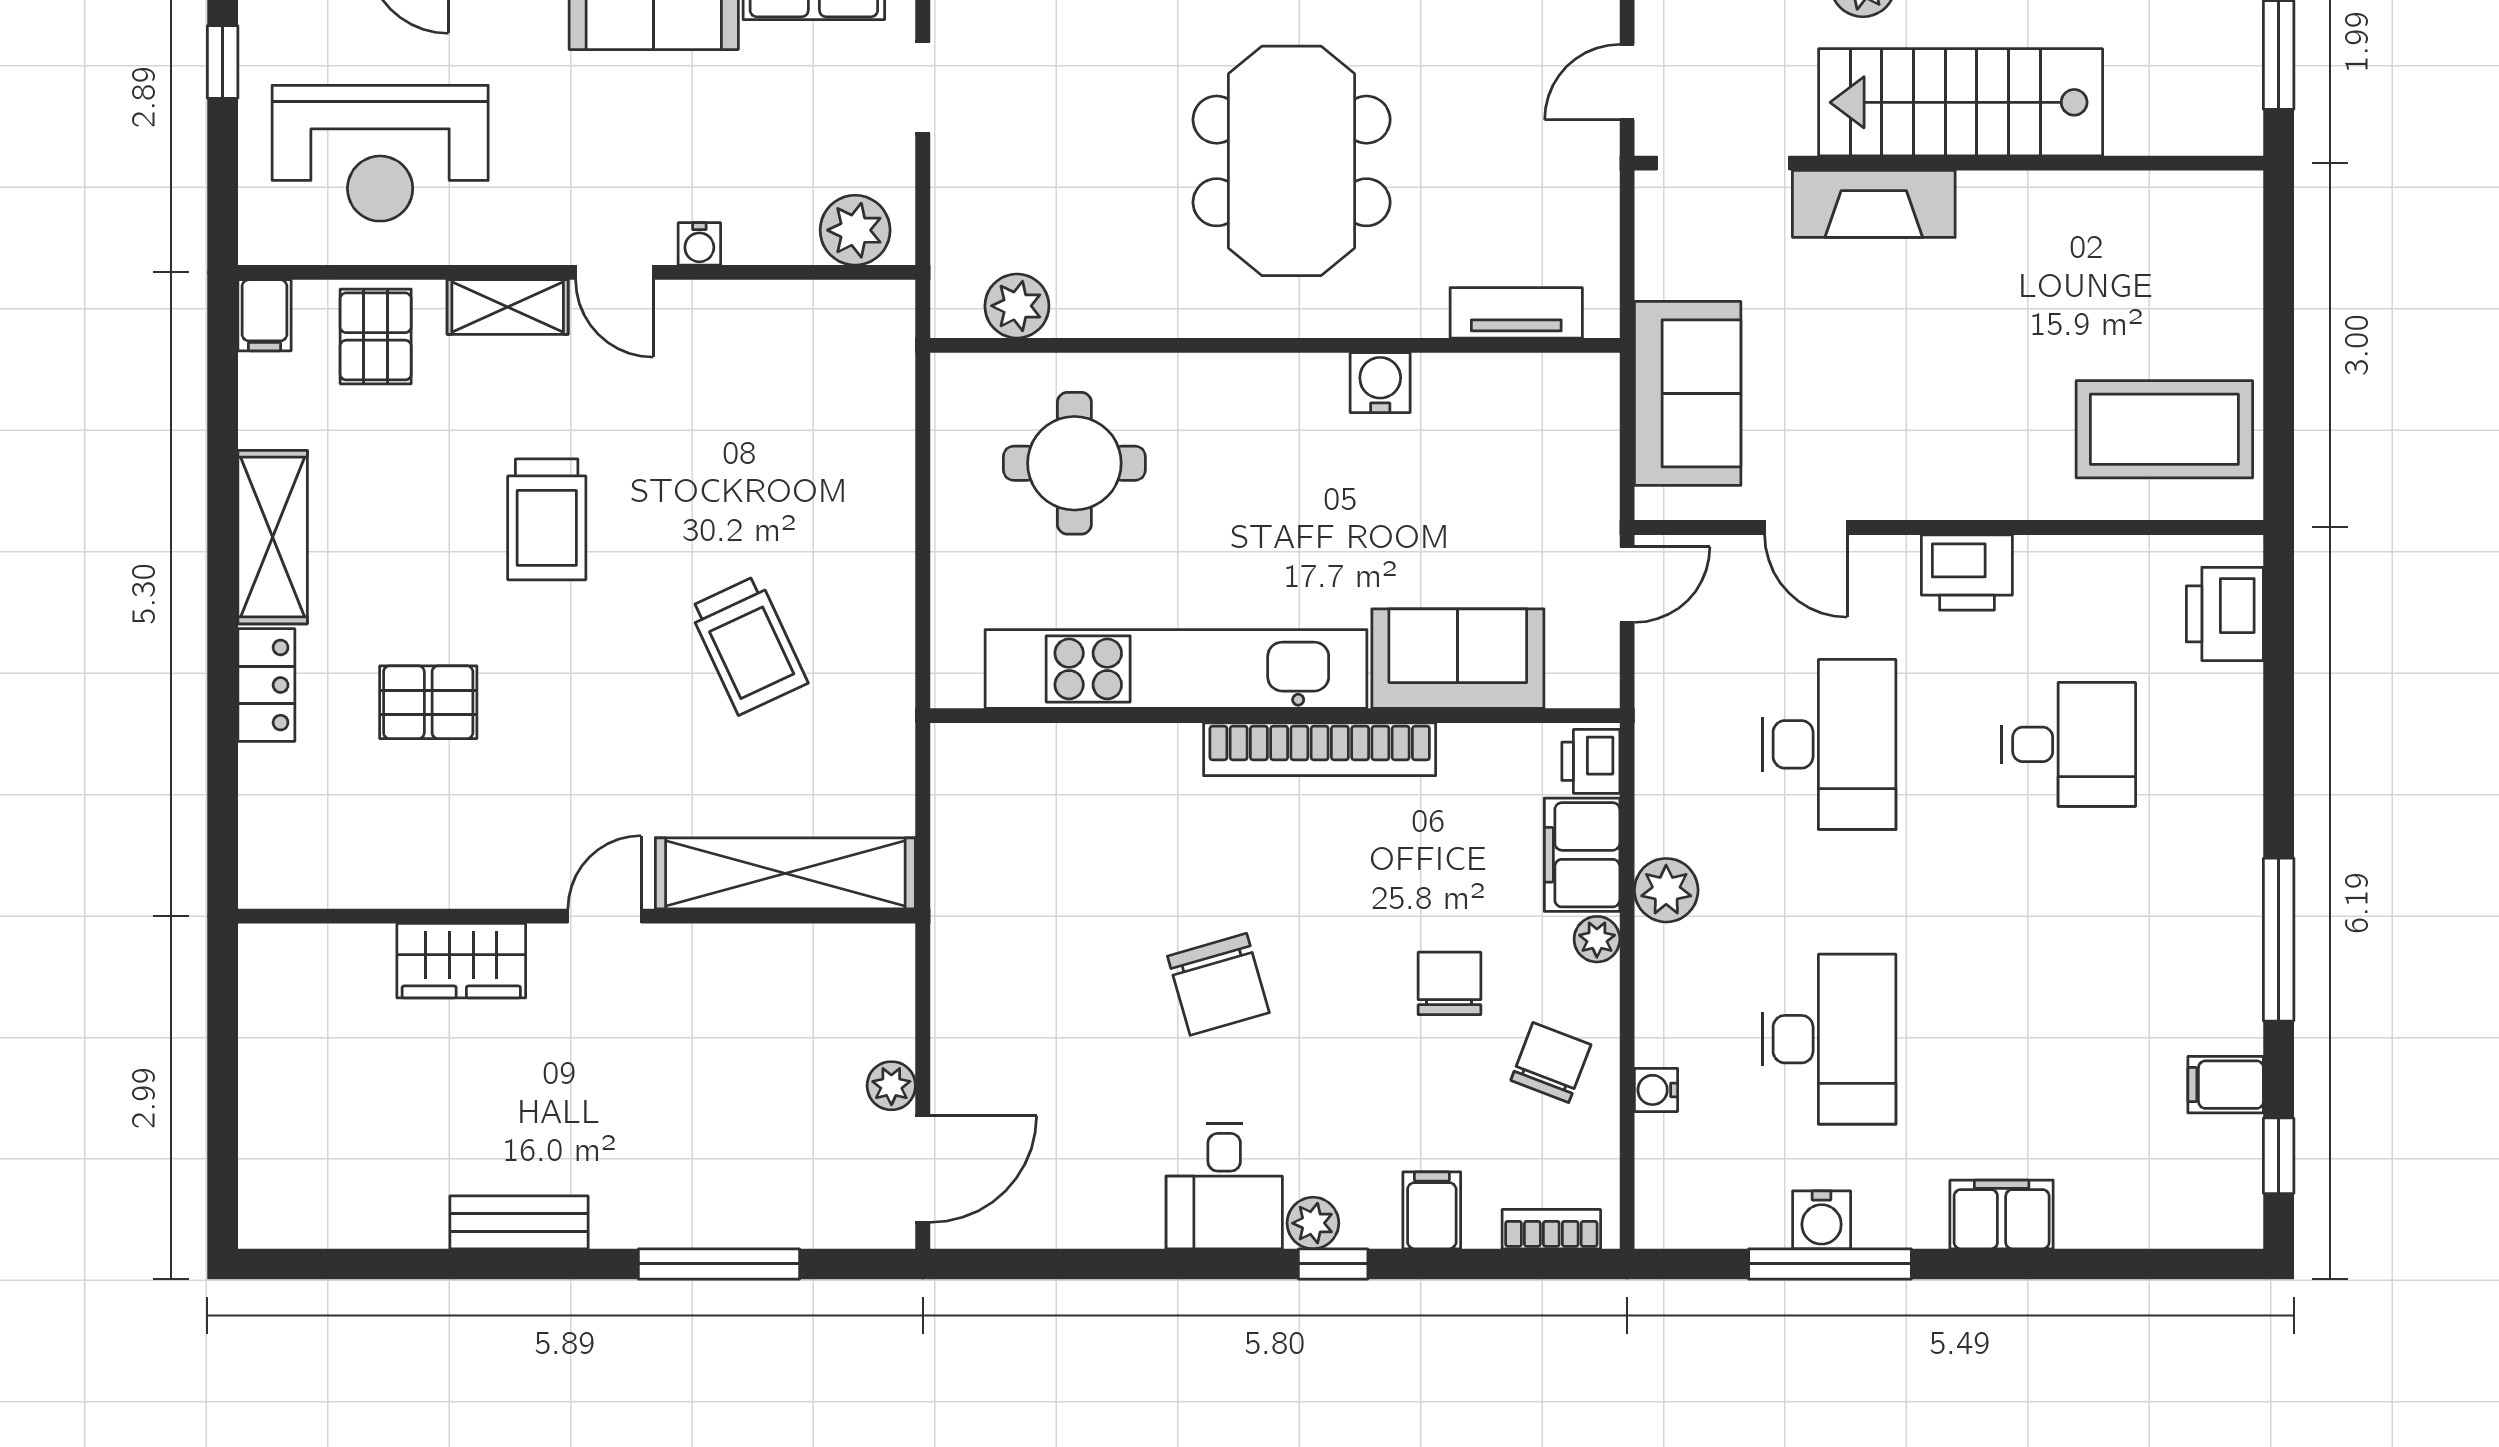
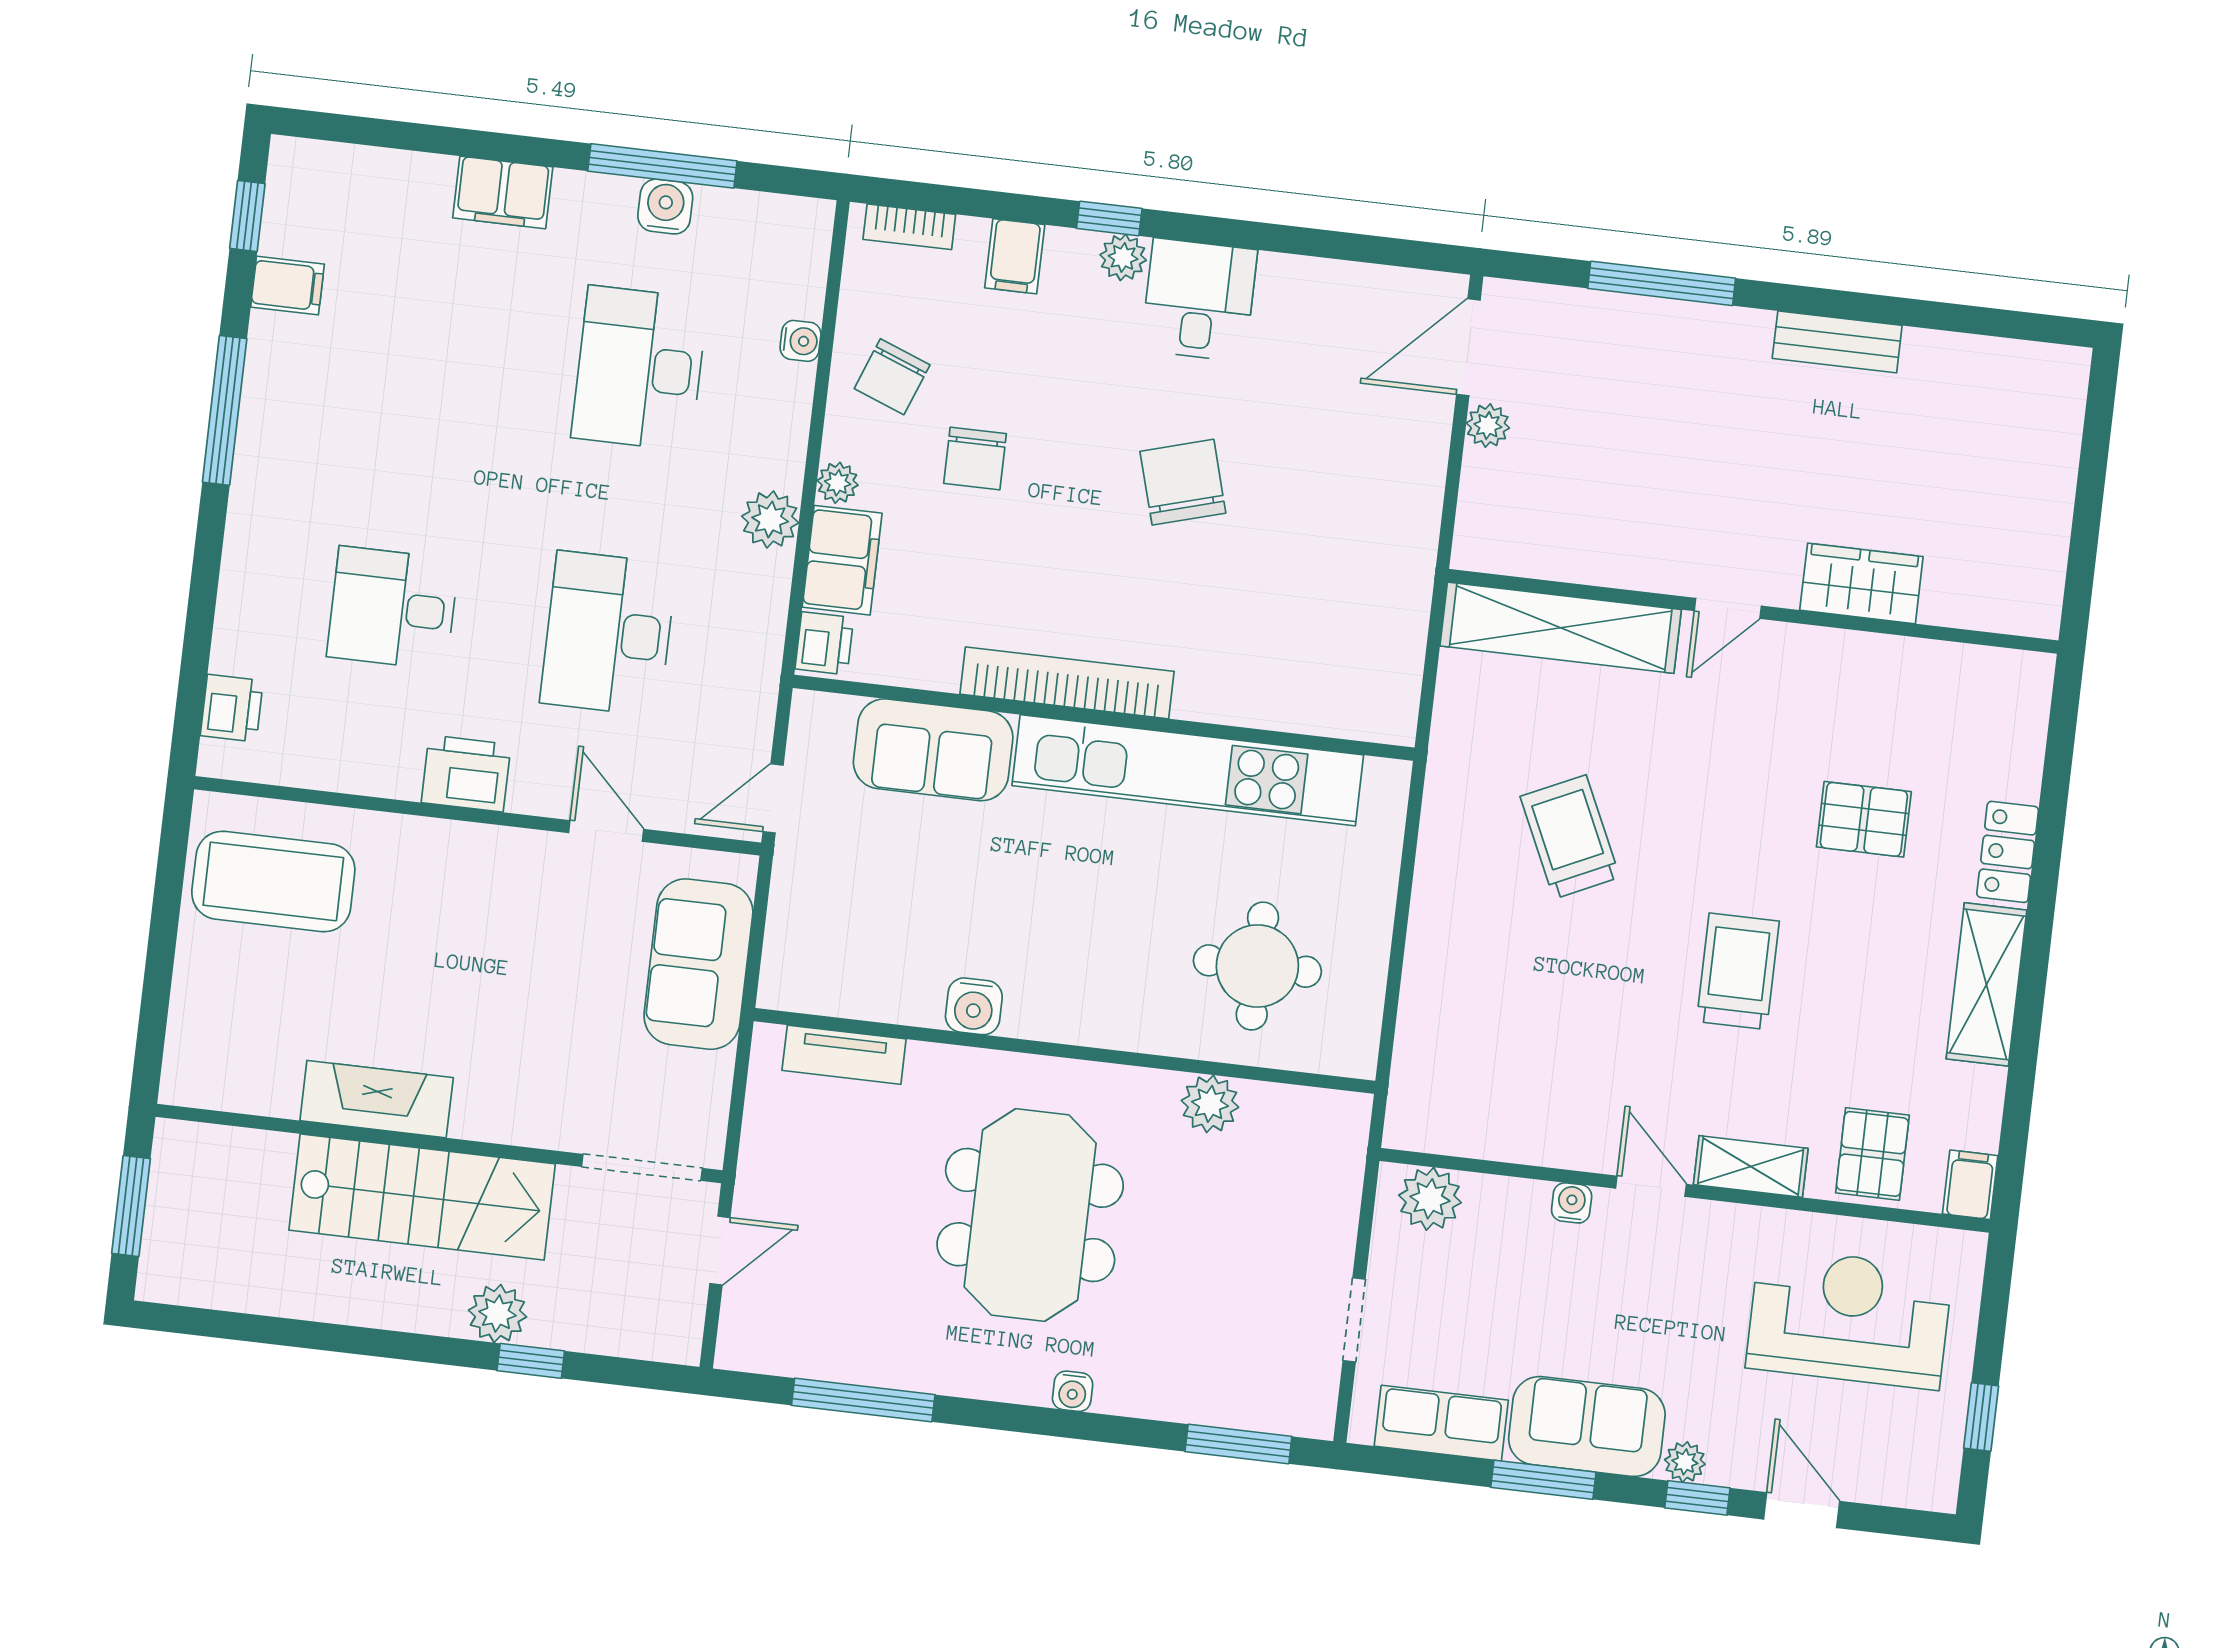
fireplace: (1874, 204) -> (377, 1099), moved
plant: (1017, 306) -> (1210, 1104), moved
printer: (2225, 614) -> (232, 708), width x0.73, depth x0.81

